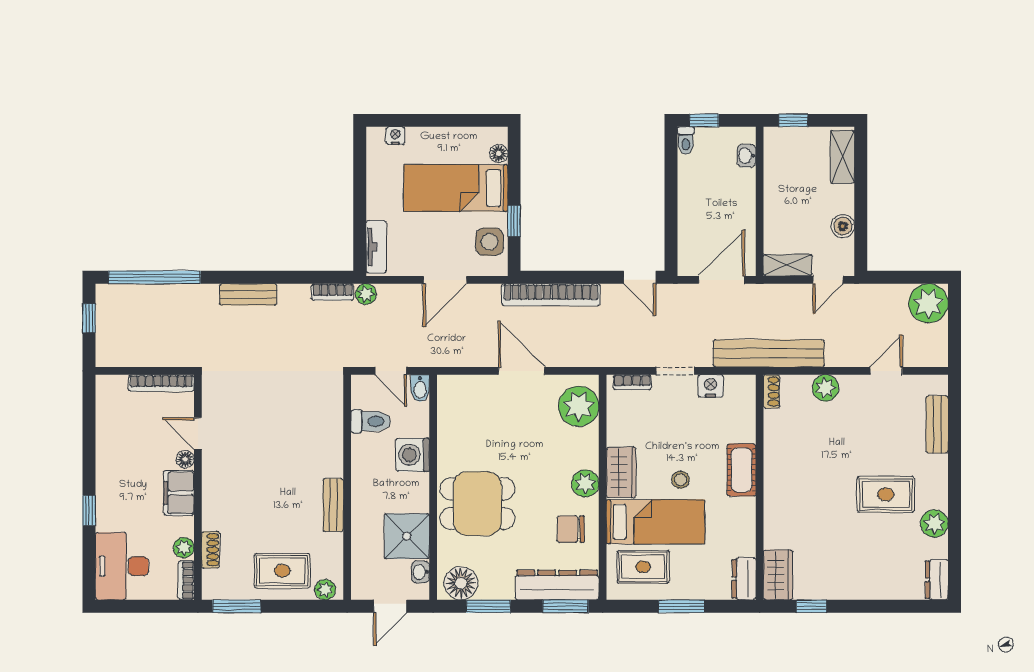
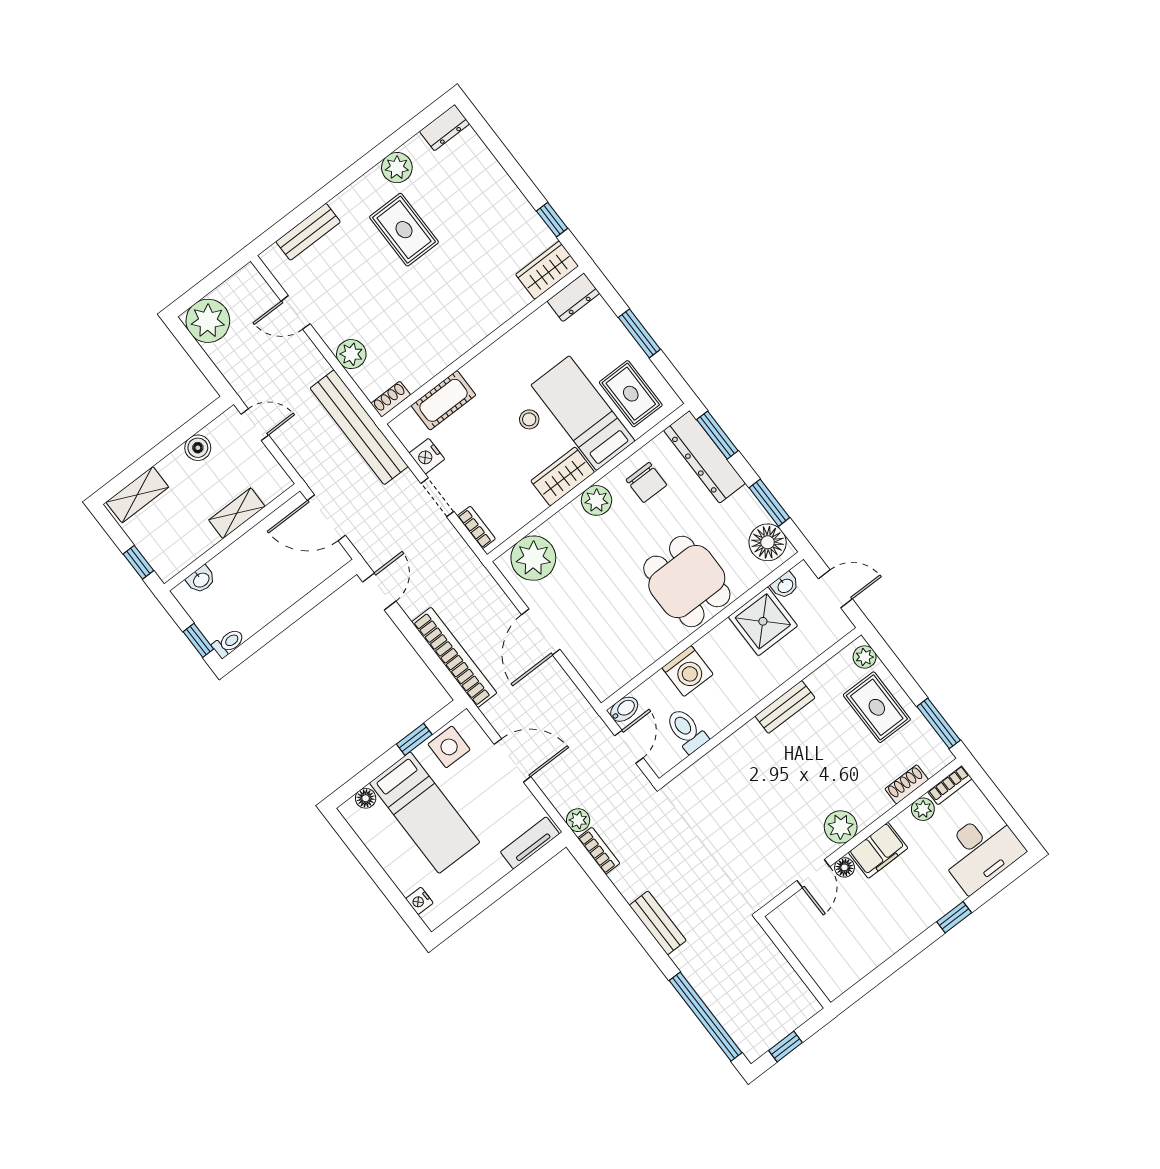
shelving: (788, 265) -> (237, 513), moved, turned 90
bookcase: (161, 383) -> (794, 940), removed
cot: (742, 470) -> (443, 400), moved
plant: (216, 479) -> (841, 827), added

